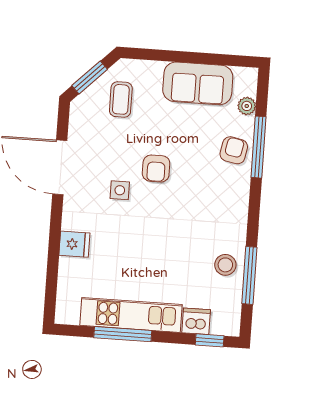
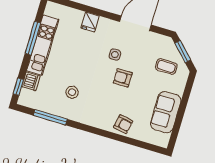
plant: (247, 106) -> (147, 137), removed
window: (259, 147) -> (122, 139), removed
stool: (225, 265) -> (72, 92), moved

